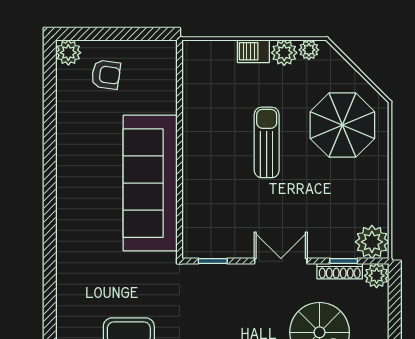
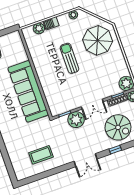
plant: (284, 53) -> (39, 28), moved
double door: (281, 261) -> (92, 104), swing flipped
plant: (233, 282) -> (76, 120), added

